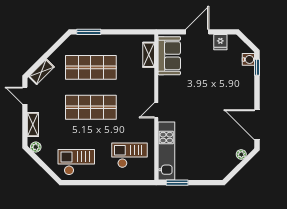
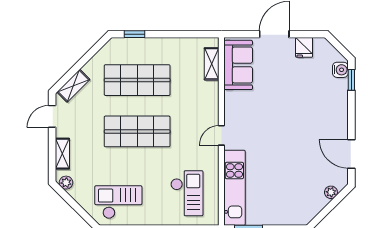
window: (89, 32) -> (134, 34), width x0.67
door: (25, 96) -> (52, 116), hinge flipped
door: (257, 125) -> (351, 154), width x0.73
checkout: (129, 155) -> (187, 193), turned 90

